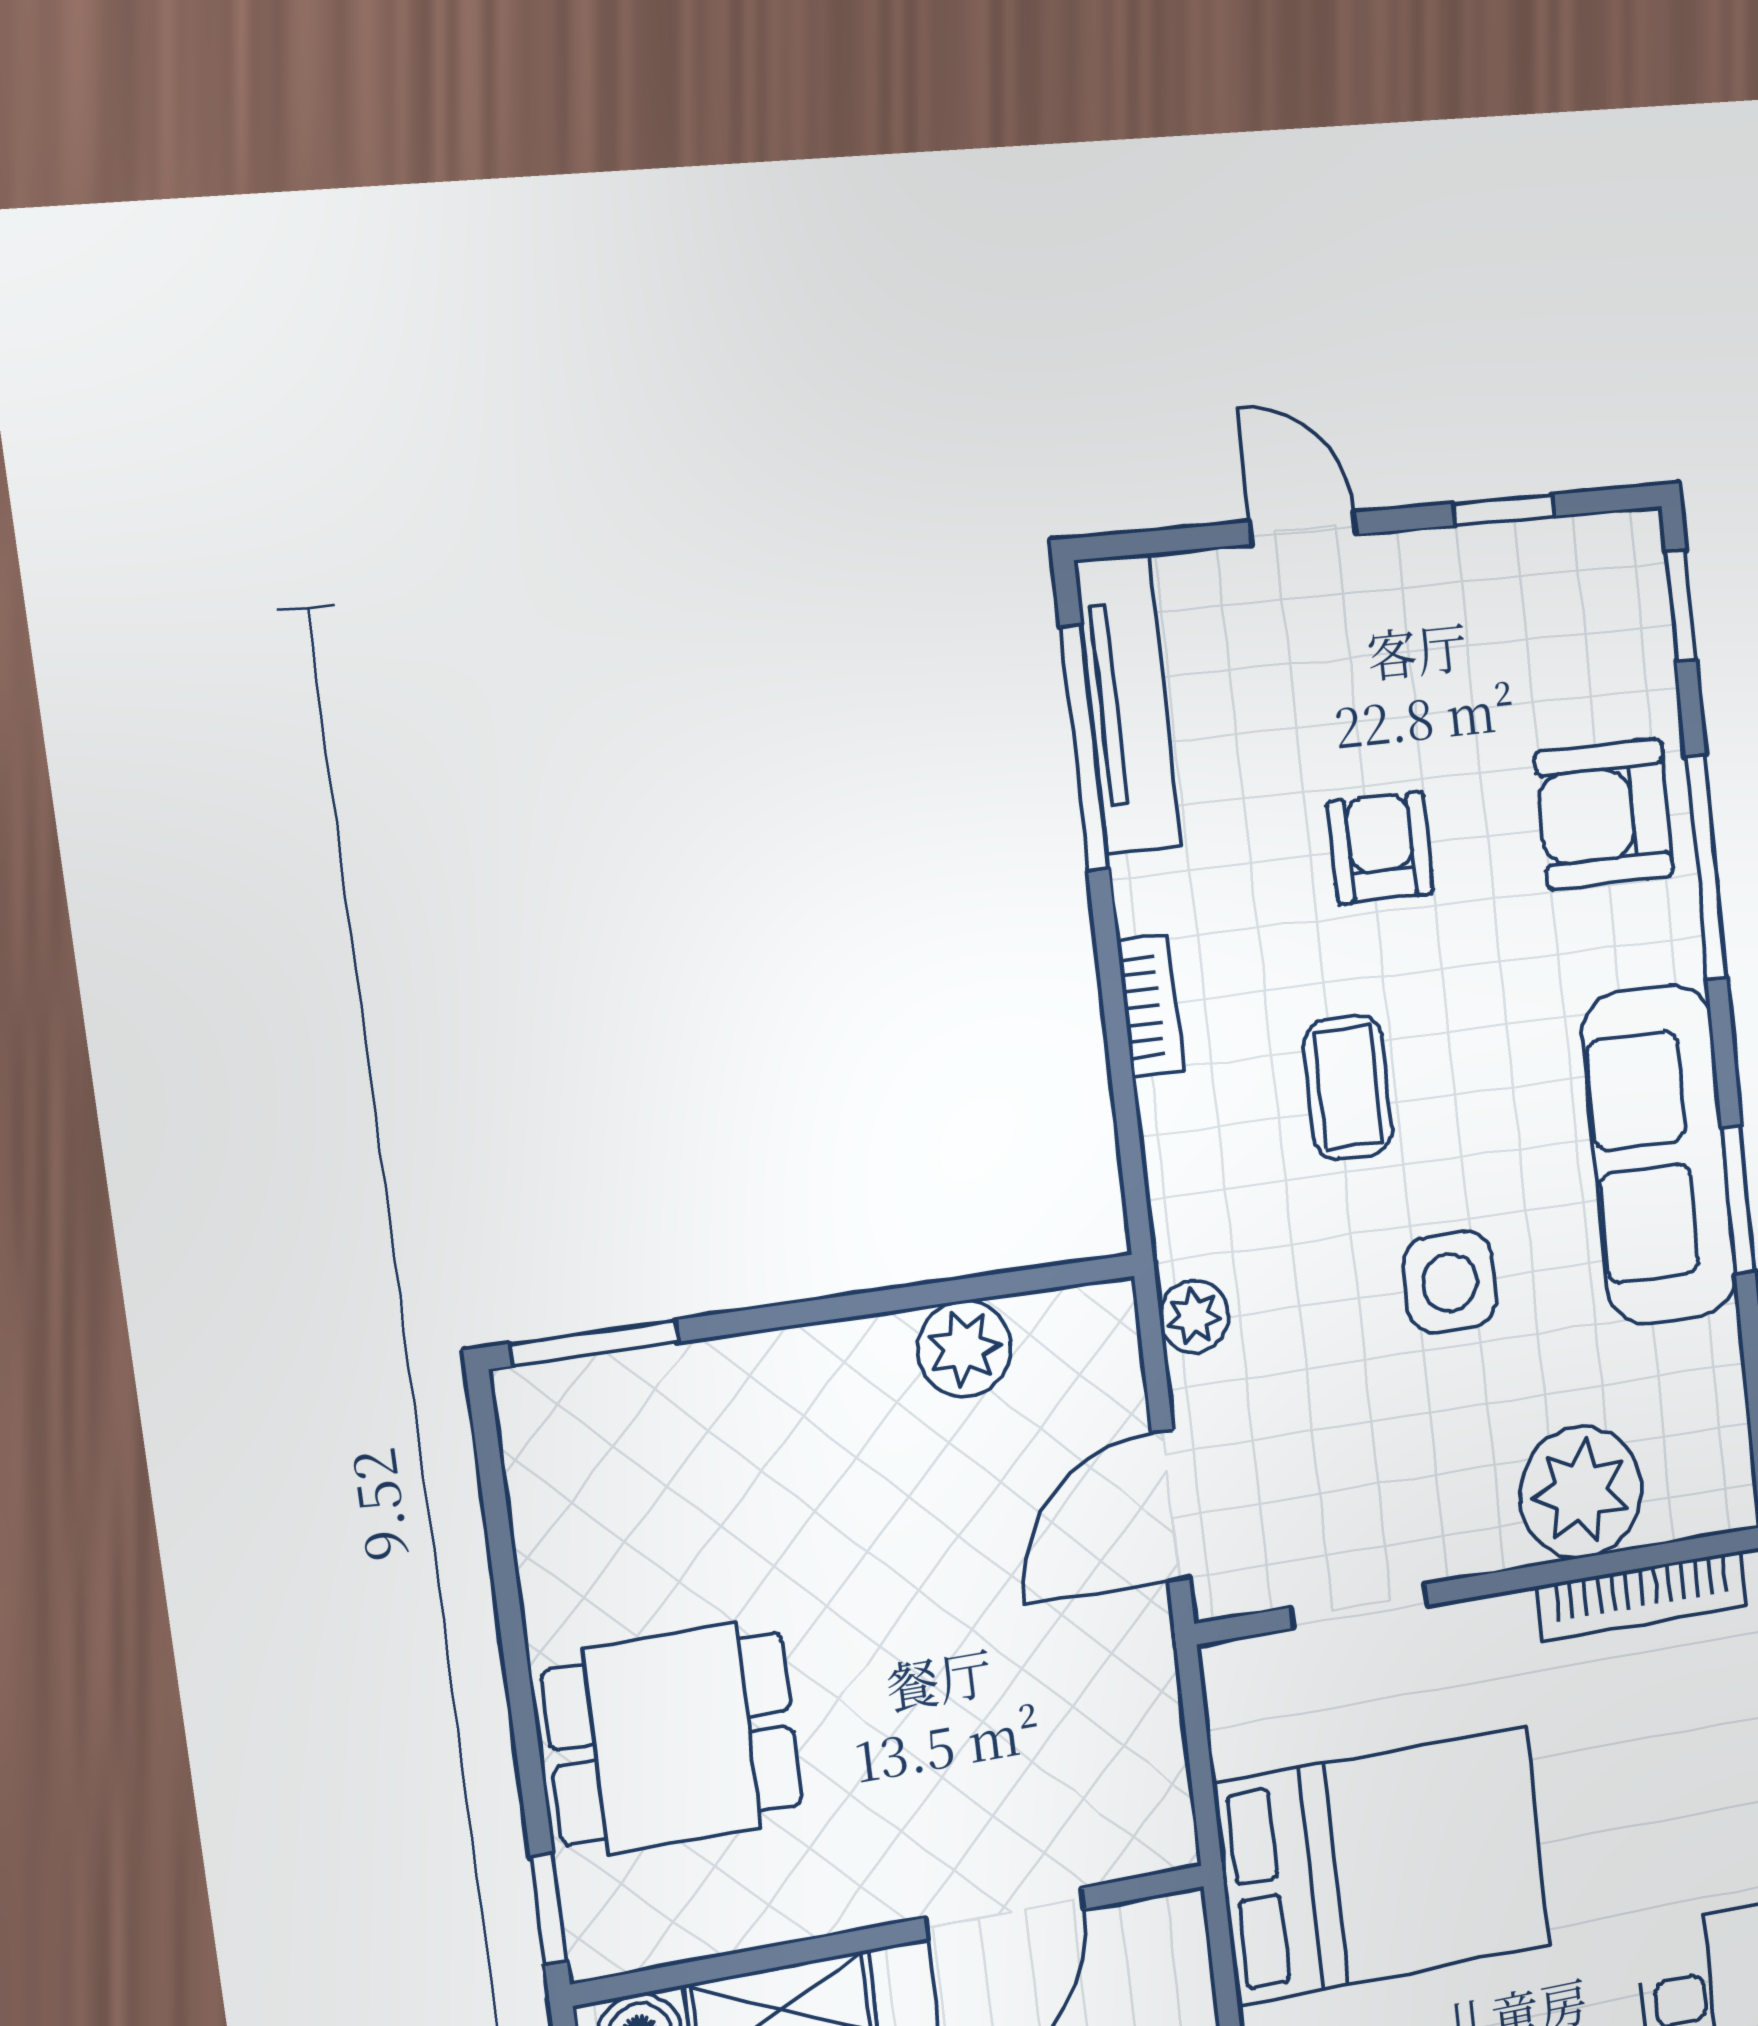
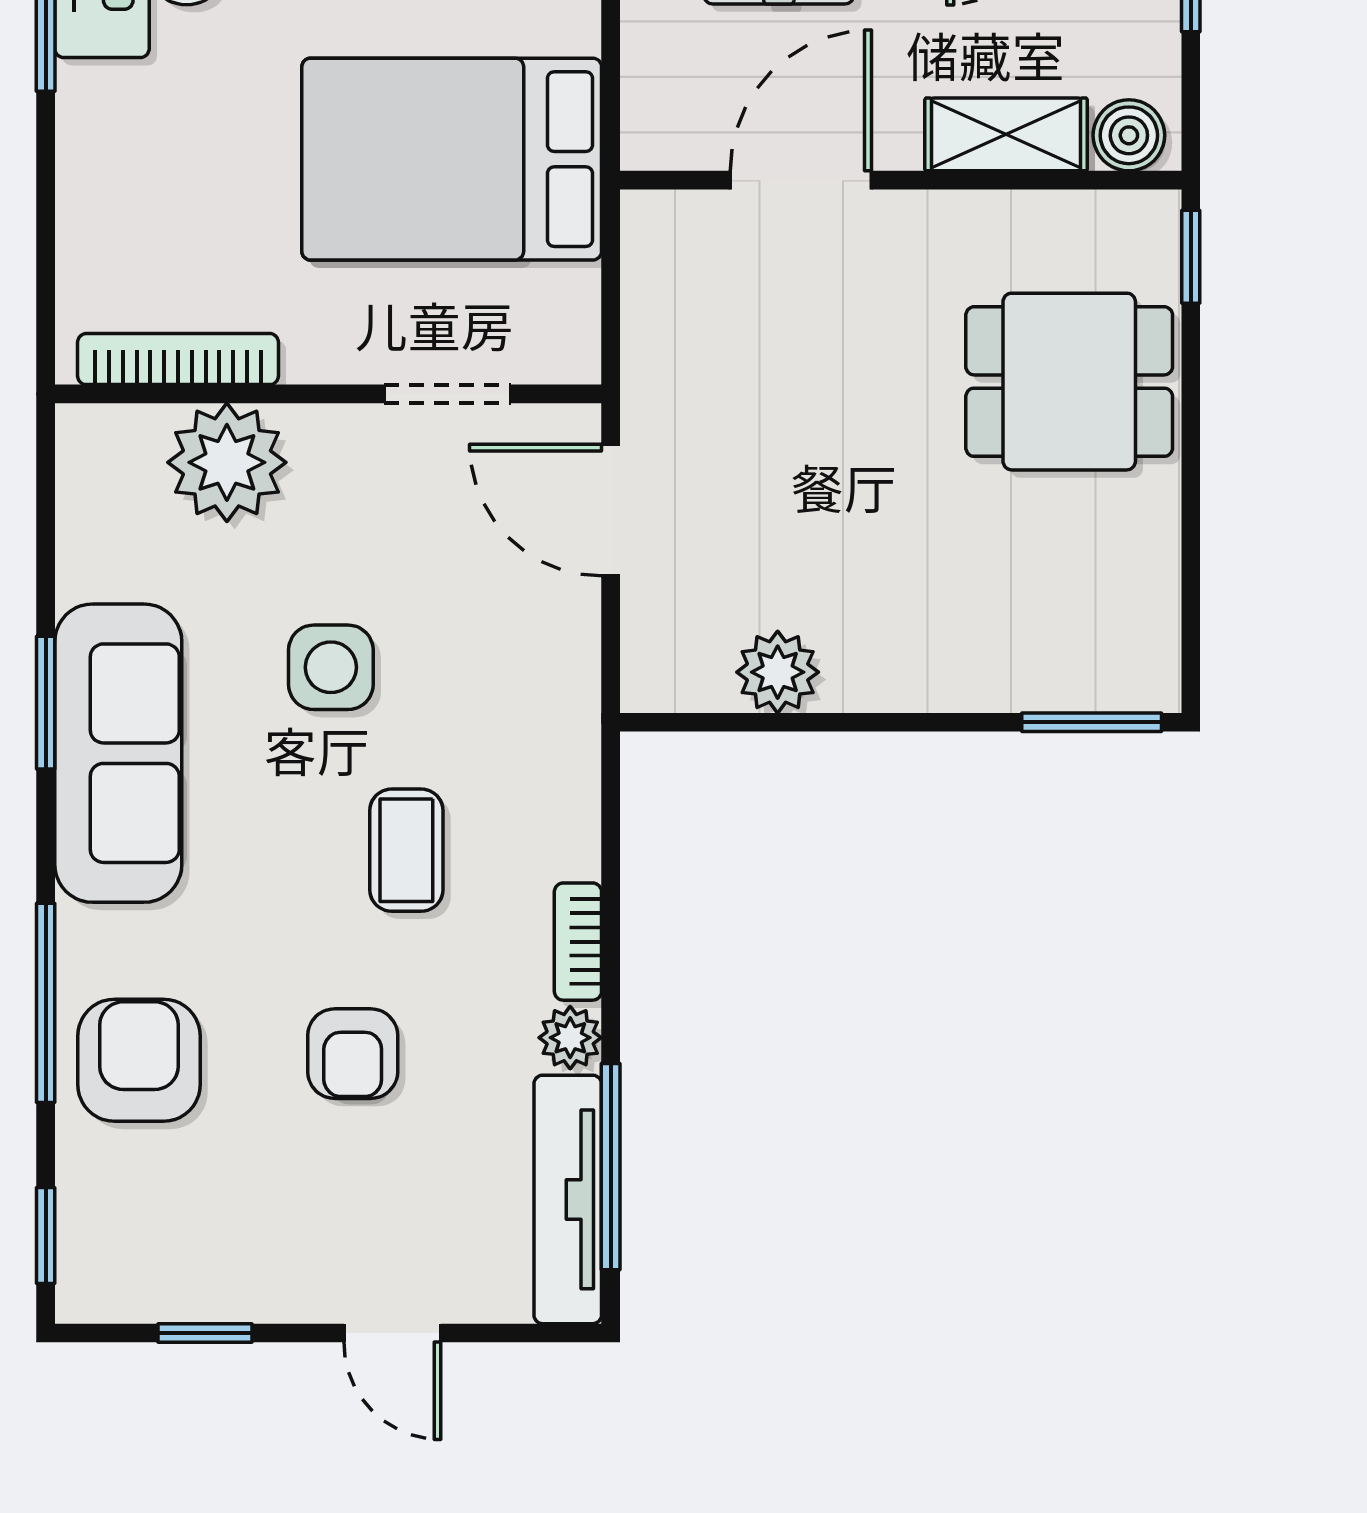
armchair: (1604, 814) -> (139, 1060), turned -90
plant: (1194, 1316) -> (570, 1038), moved
door: (1171, 1505) -> (611, 510), swing flipped

